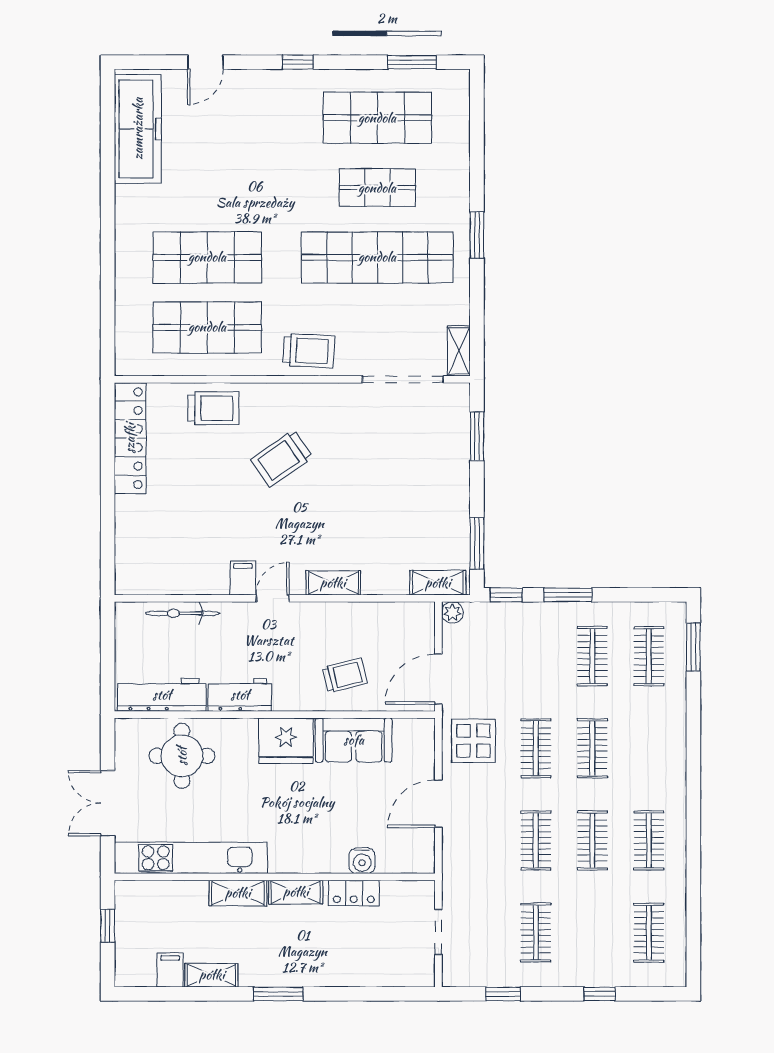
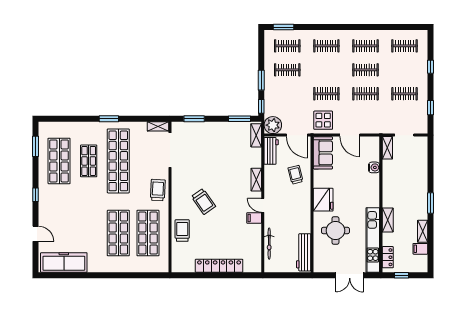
locker: (130, 438) -> (219, 266), moved
plant: (452, 612) -> (273, 125), width x1.87, depth x1.87
workbench: (240, 695) -> (271, 151), moved, turned 180
sofa: (354, 740) -> (323, 153), moved
clothes rail: (592, 748) -> (326, 46), moved
round table: (182, 756) -> (335, 231), moved
shelving: (296, 892) -> (387, 148), moved
locker: (354, 893) -> (388, 257), moved

